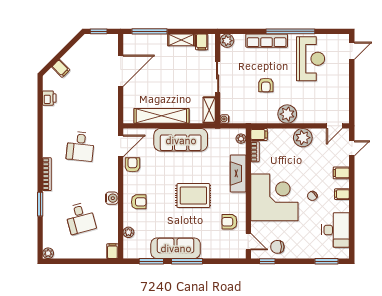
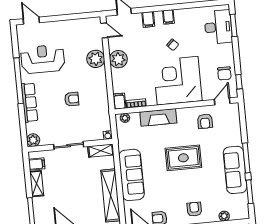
plant: (287, 114) -> (96, 59), moved
rug: (193, 196) -> (183, 158), turned 90
desk: (336, 230) -> (218, 27), moved, turned 90

